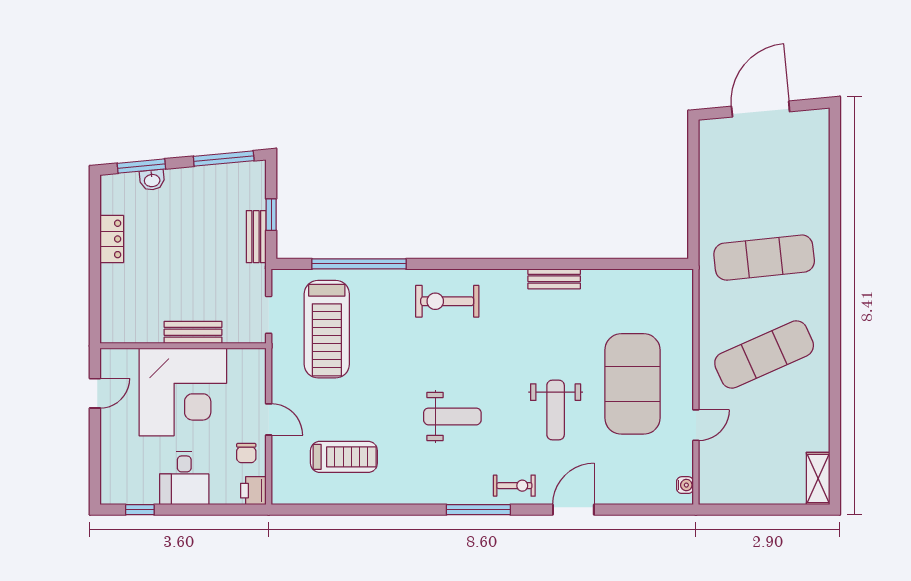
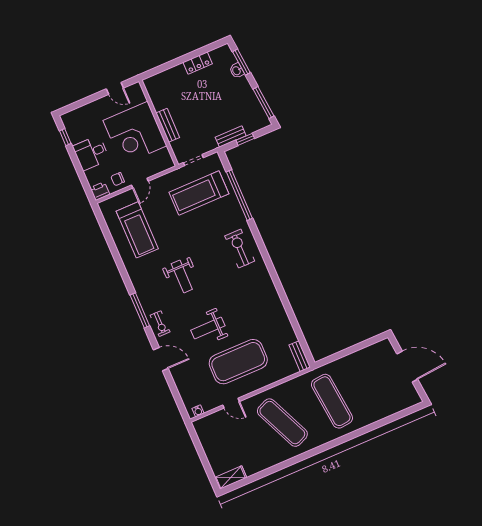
bench: (554, 279) -> (300, 356), moved
treadmill: (344, 457) -> (137, 230), width x1.37, depth x1.38

